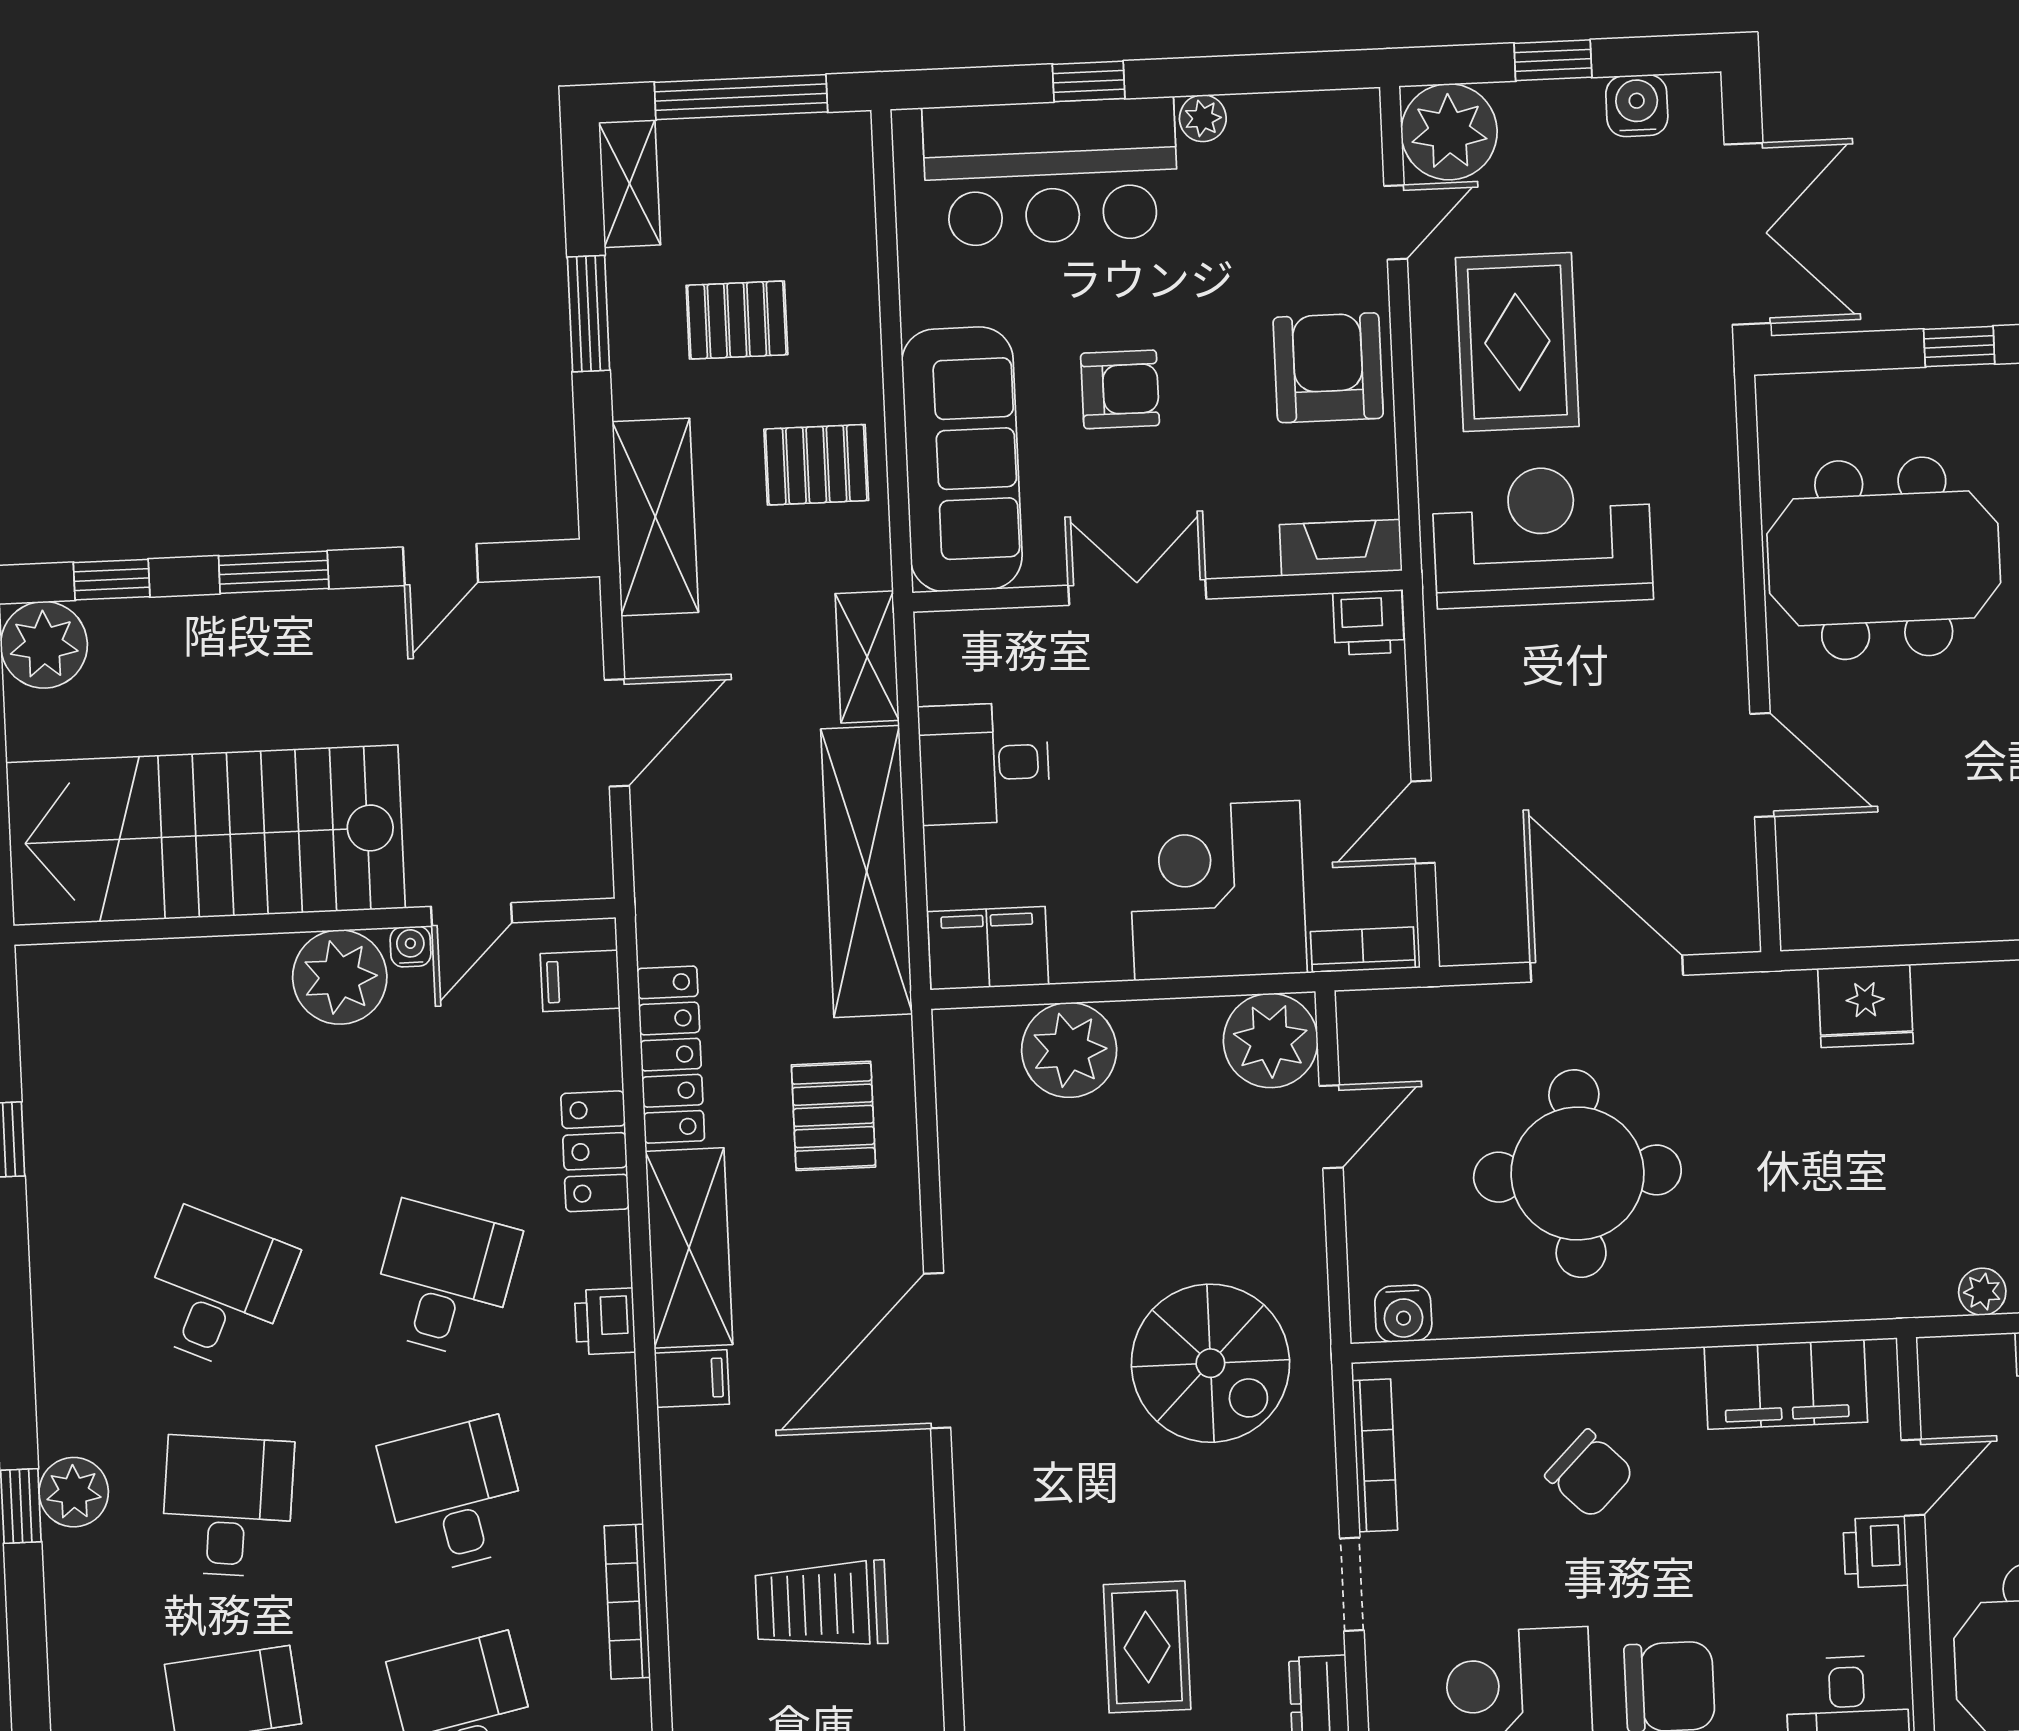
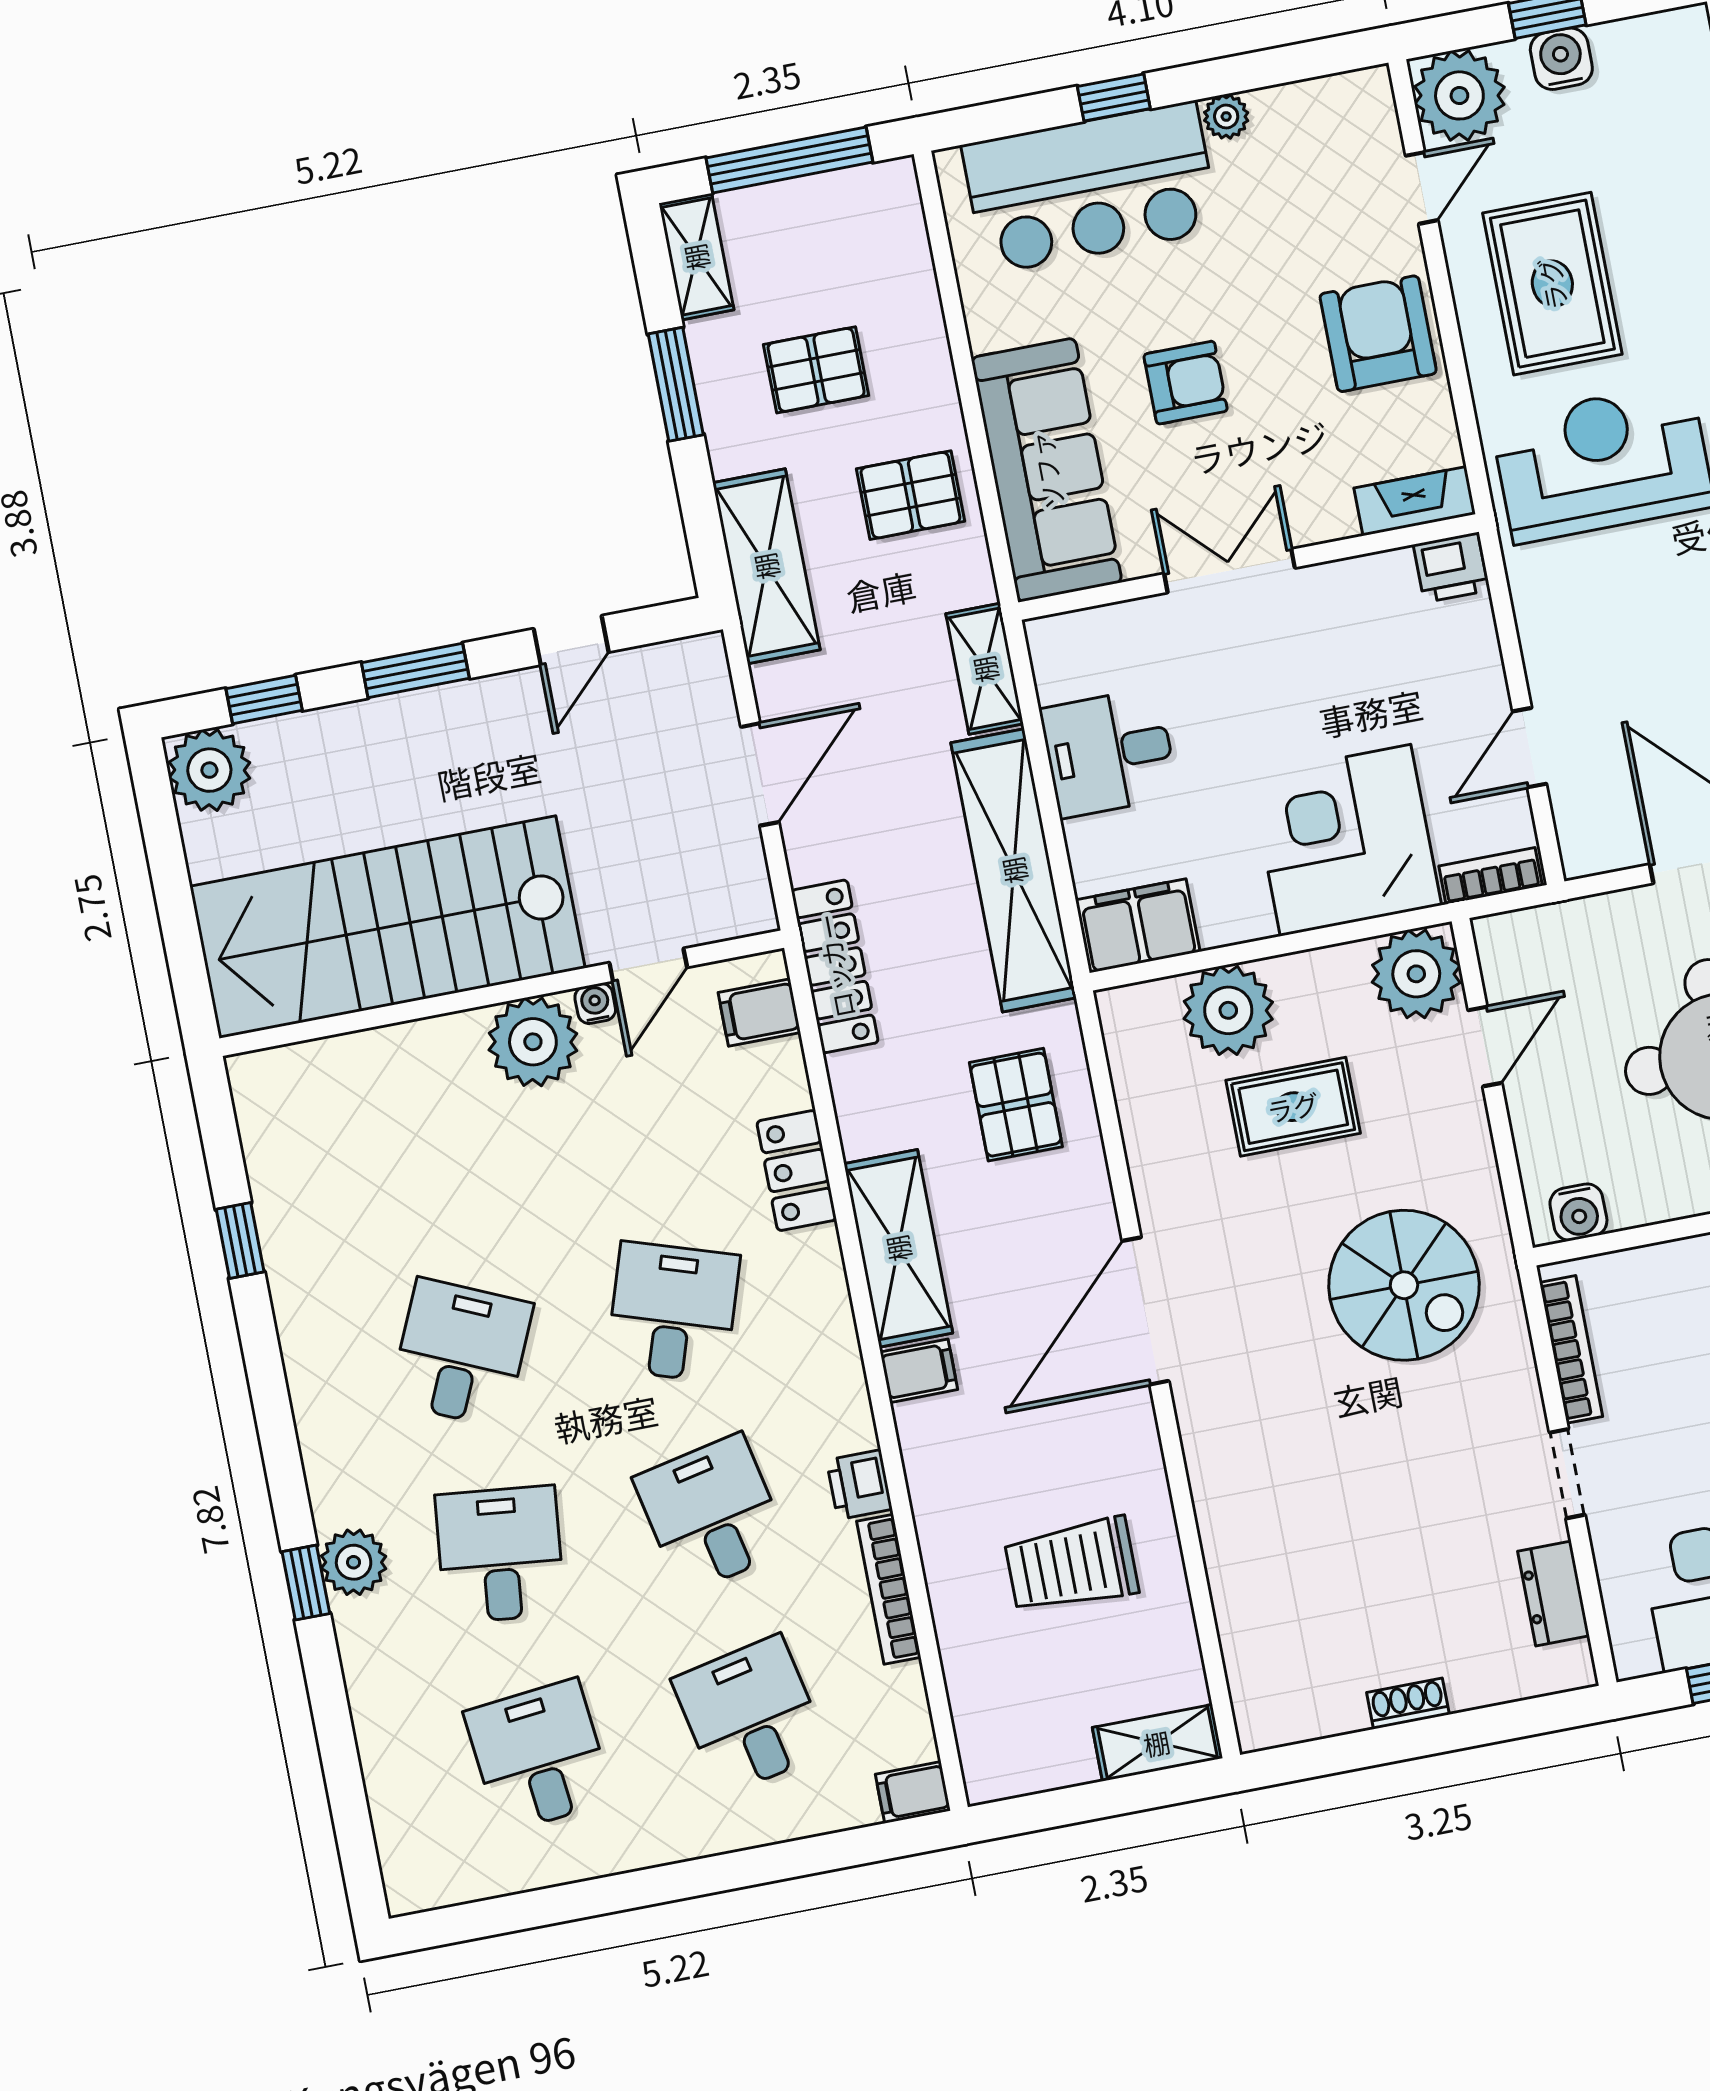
water cooler: (1637, 106) -> (1561, 59), moved
locker: (671, 1055) -> (835, 966), moved
printer: (605, 1321) -> (859, 1485), moved
rug: (1147, 1647) -> (1293, 1107), moved, turned 90

